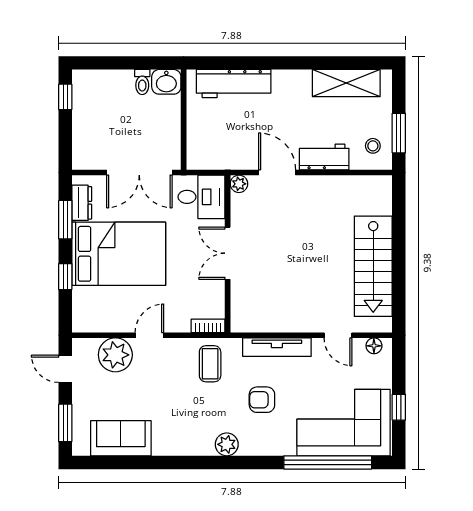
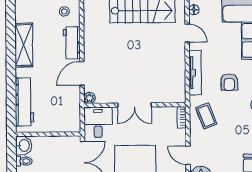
shelving: (346, 83) -> (24, 45), moved
door: (338, 335) -> (187, 33), hinge flipped
coffee table: (210, 364) -> (206, 116), turned 69

